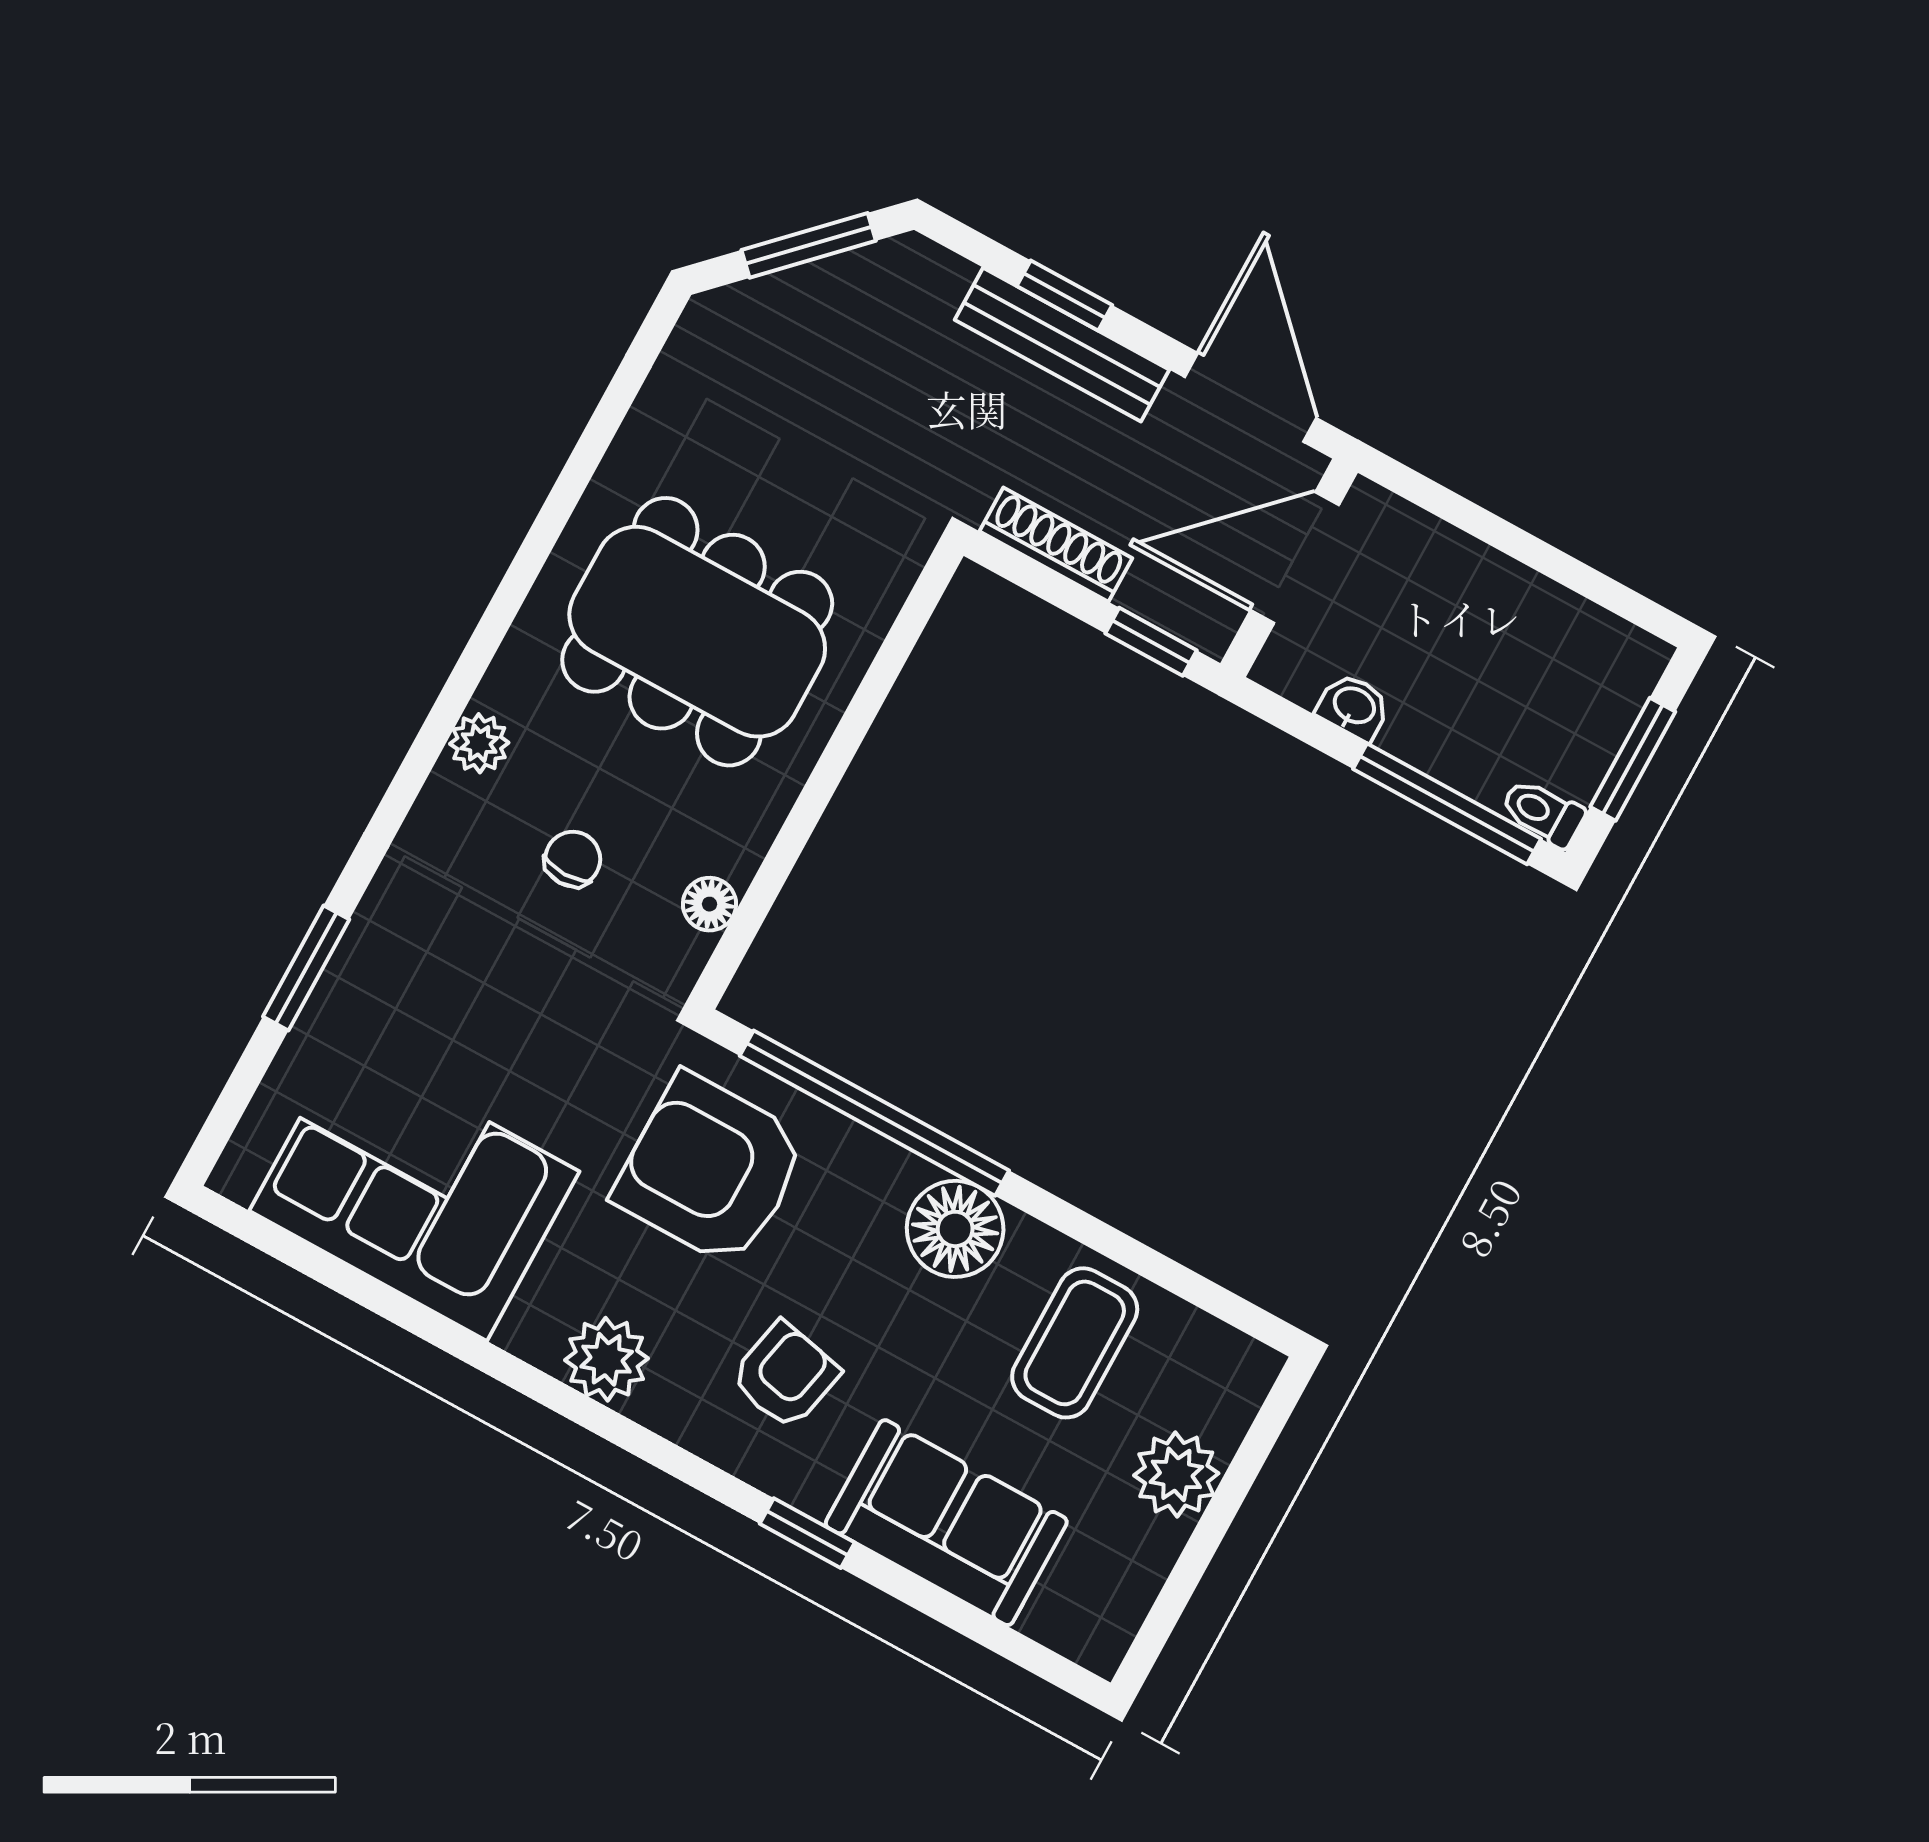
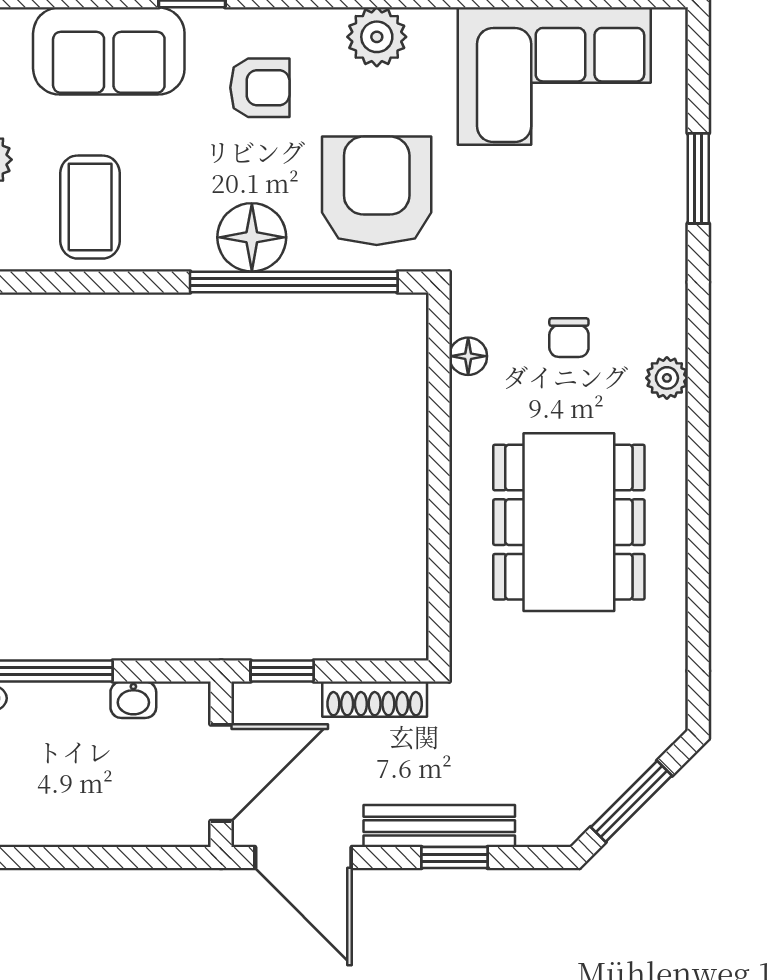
dining table: (697, 632) -> (569, 522), turned 90
armchair: (711, 1170) -> (377, 191), turned -90
floor lamp: (955, 1229) -> (252, 237), moved
armchair: (785, 1375) -> (260, 88), turned -102

